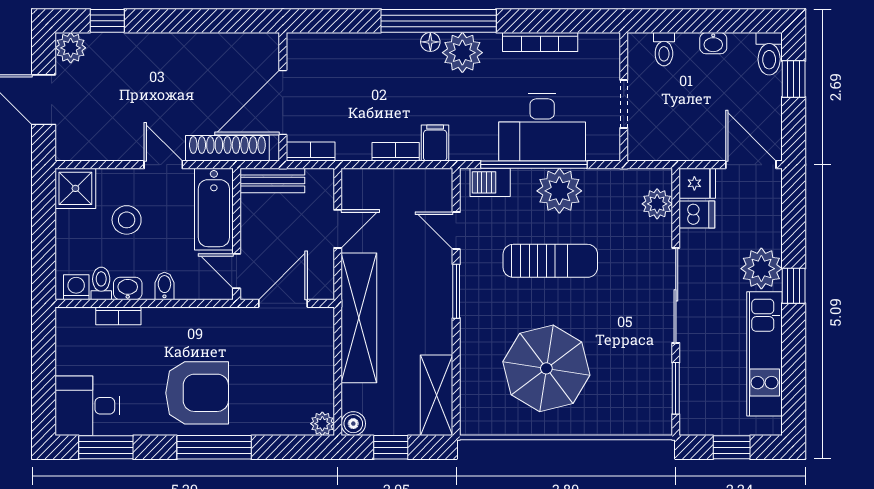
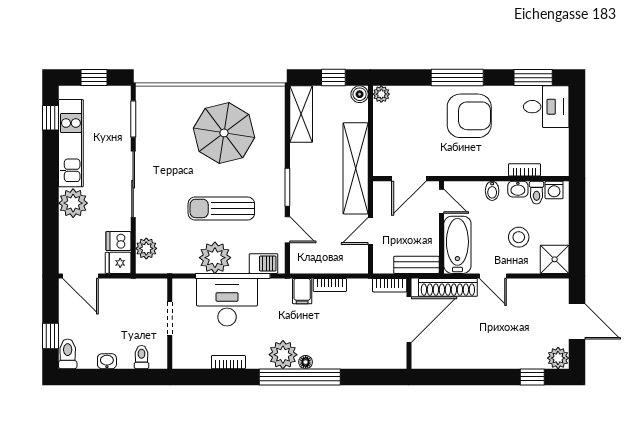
bookcase: (540, 42) -> (228, 362), width x0.64
window: (794, 286) -> (50, 118), moved
armchair: (197, 393) -> (469, 116), turned 180

